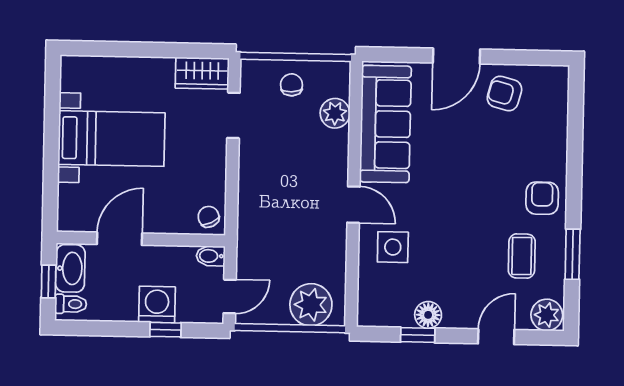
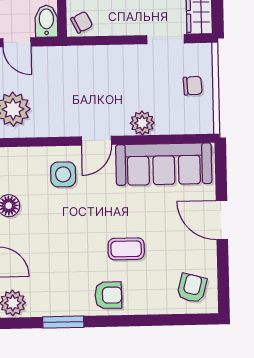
armchair: (504, 94) -> (192, 288), moved
plant: (335, 113) -> (142, 123), moved
bidet: (211, 256) -> (46, 21), width x1.38, depth x1.36
coffee table: (522, 256) -> (126, 249), moved

